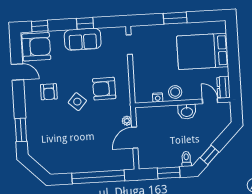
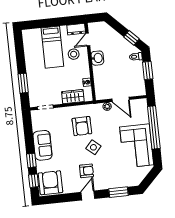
window: (175, 18) -> (23, 83), moved
window: (85, 23) -> (31, 160), moved
bed: (203, 51) -> (52, 47), width x0.67
door: (17, 72) -> (88, 195), moved
wardrobe: (141, 79) -> (73, 97), added
stool: (175, 92) -> (74, 54), moved
corner sofa: (77, 155) -> (137, 146), added

